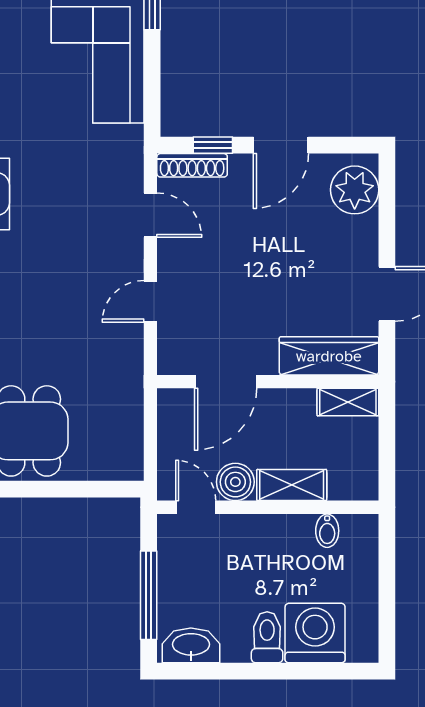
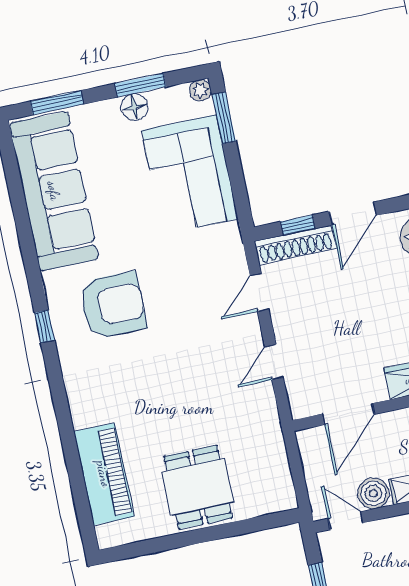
shoe rack: (192, 165) -> (295, 245), width x1.36, depth x1.24
door: (150, 215) -> (259, 292), swing flipped

